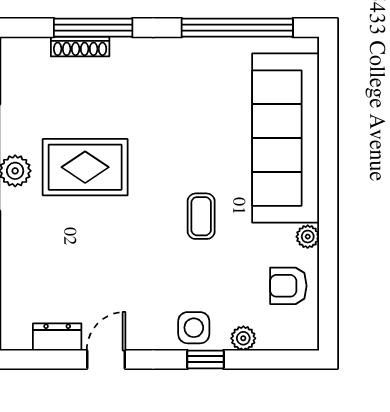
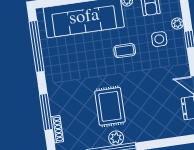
shoe rack: (80, 47) -> (57, 129), moved
side table: (194, 328) -> (159, 39), moved

